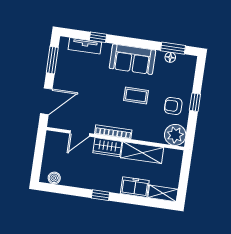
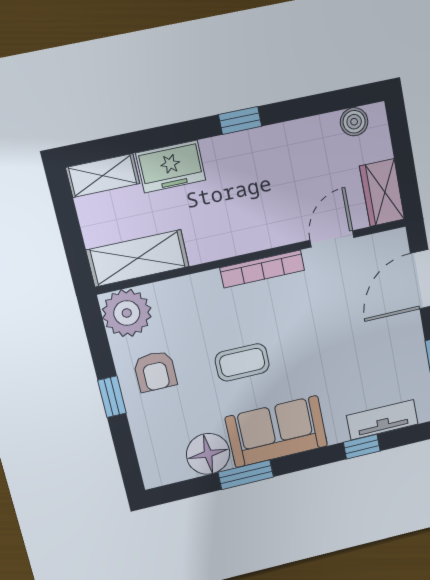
window: (173, 48) -> (246, 475), moved
floor lamp: (170, 57) -> (208, 454), width x1.89, depth x1.89
armchair: (173, 106) -> (155, 371), turned 90
wardrobe: (107, 147) -> (382, 193), moved, turned -90
shelving: (142, 153) -> (138, 258), moved

